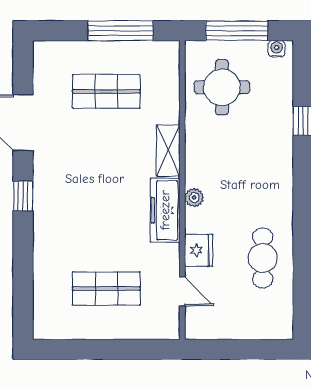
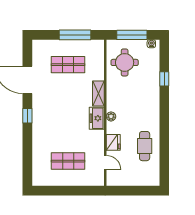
freezer: (165, 210) -> (97, 118), width x0.71

